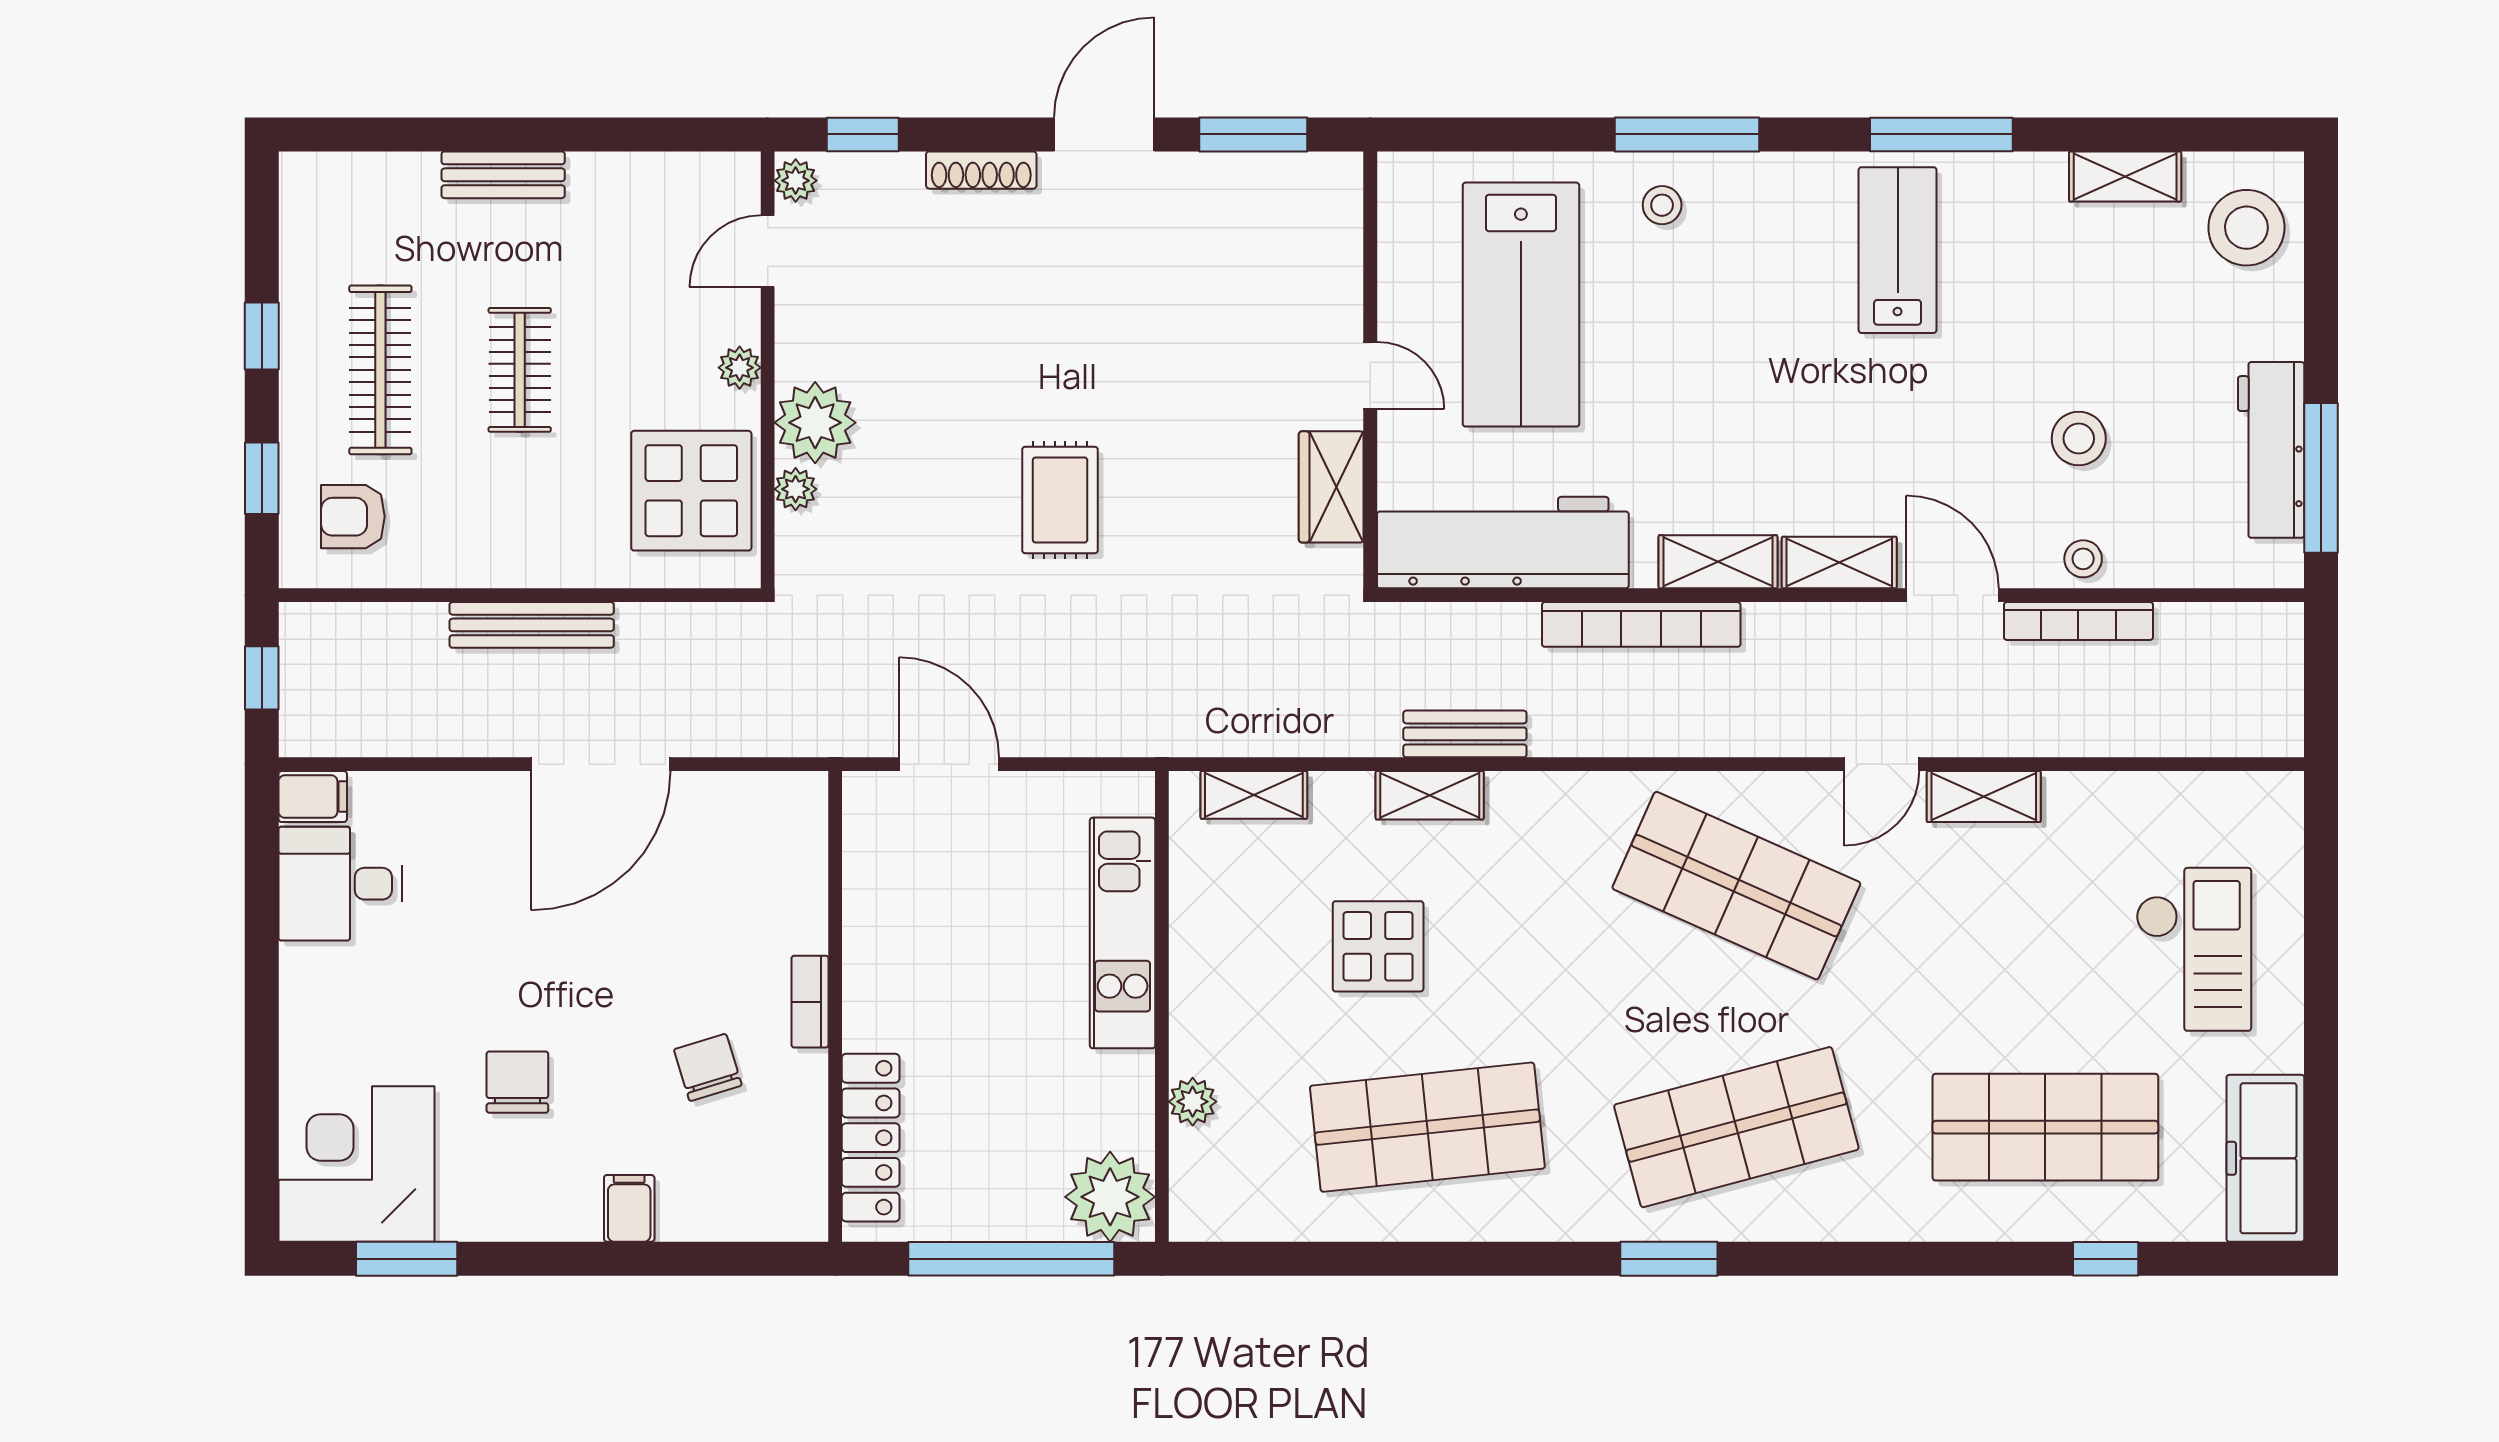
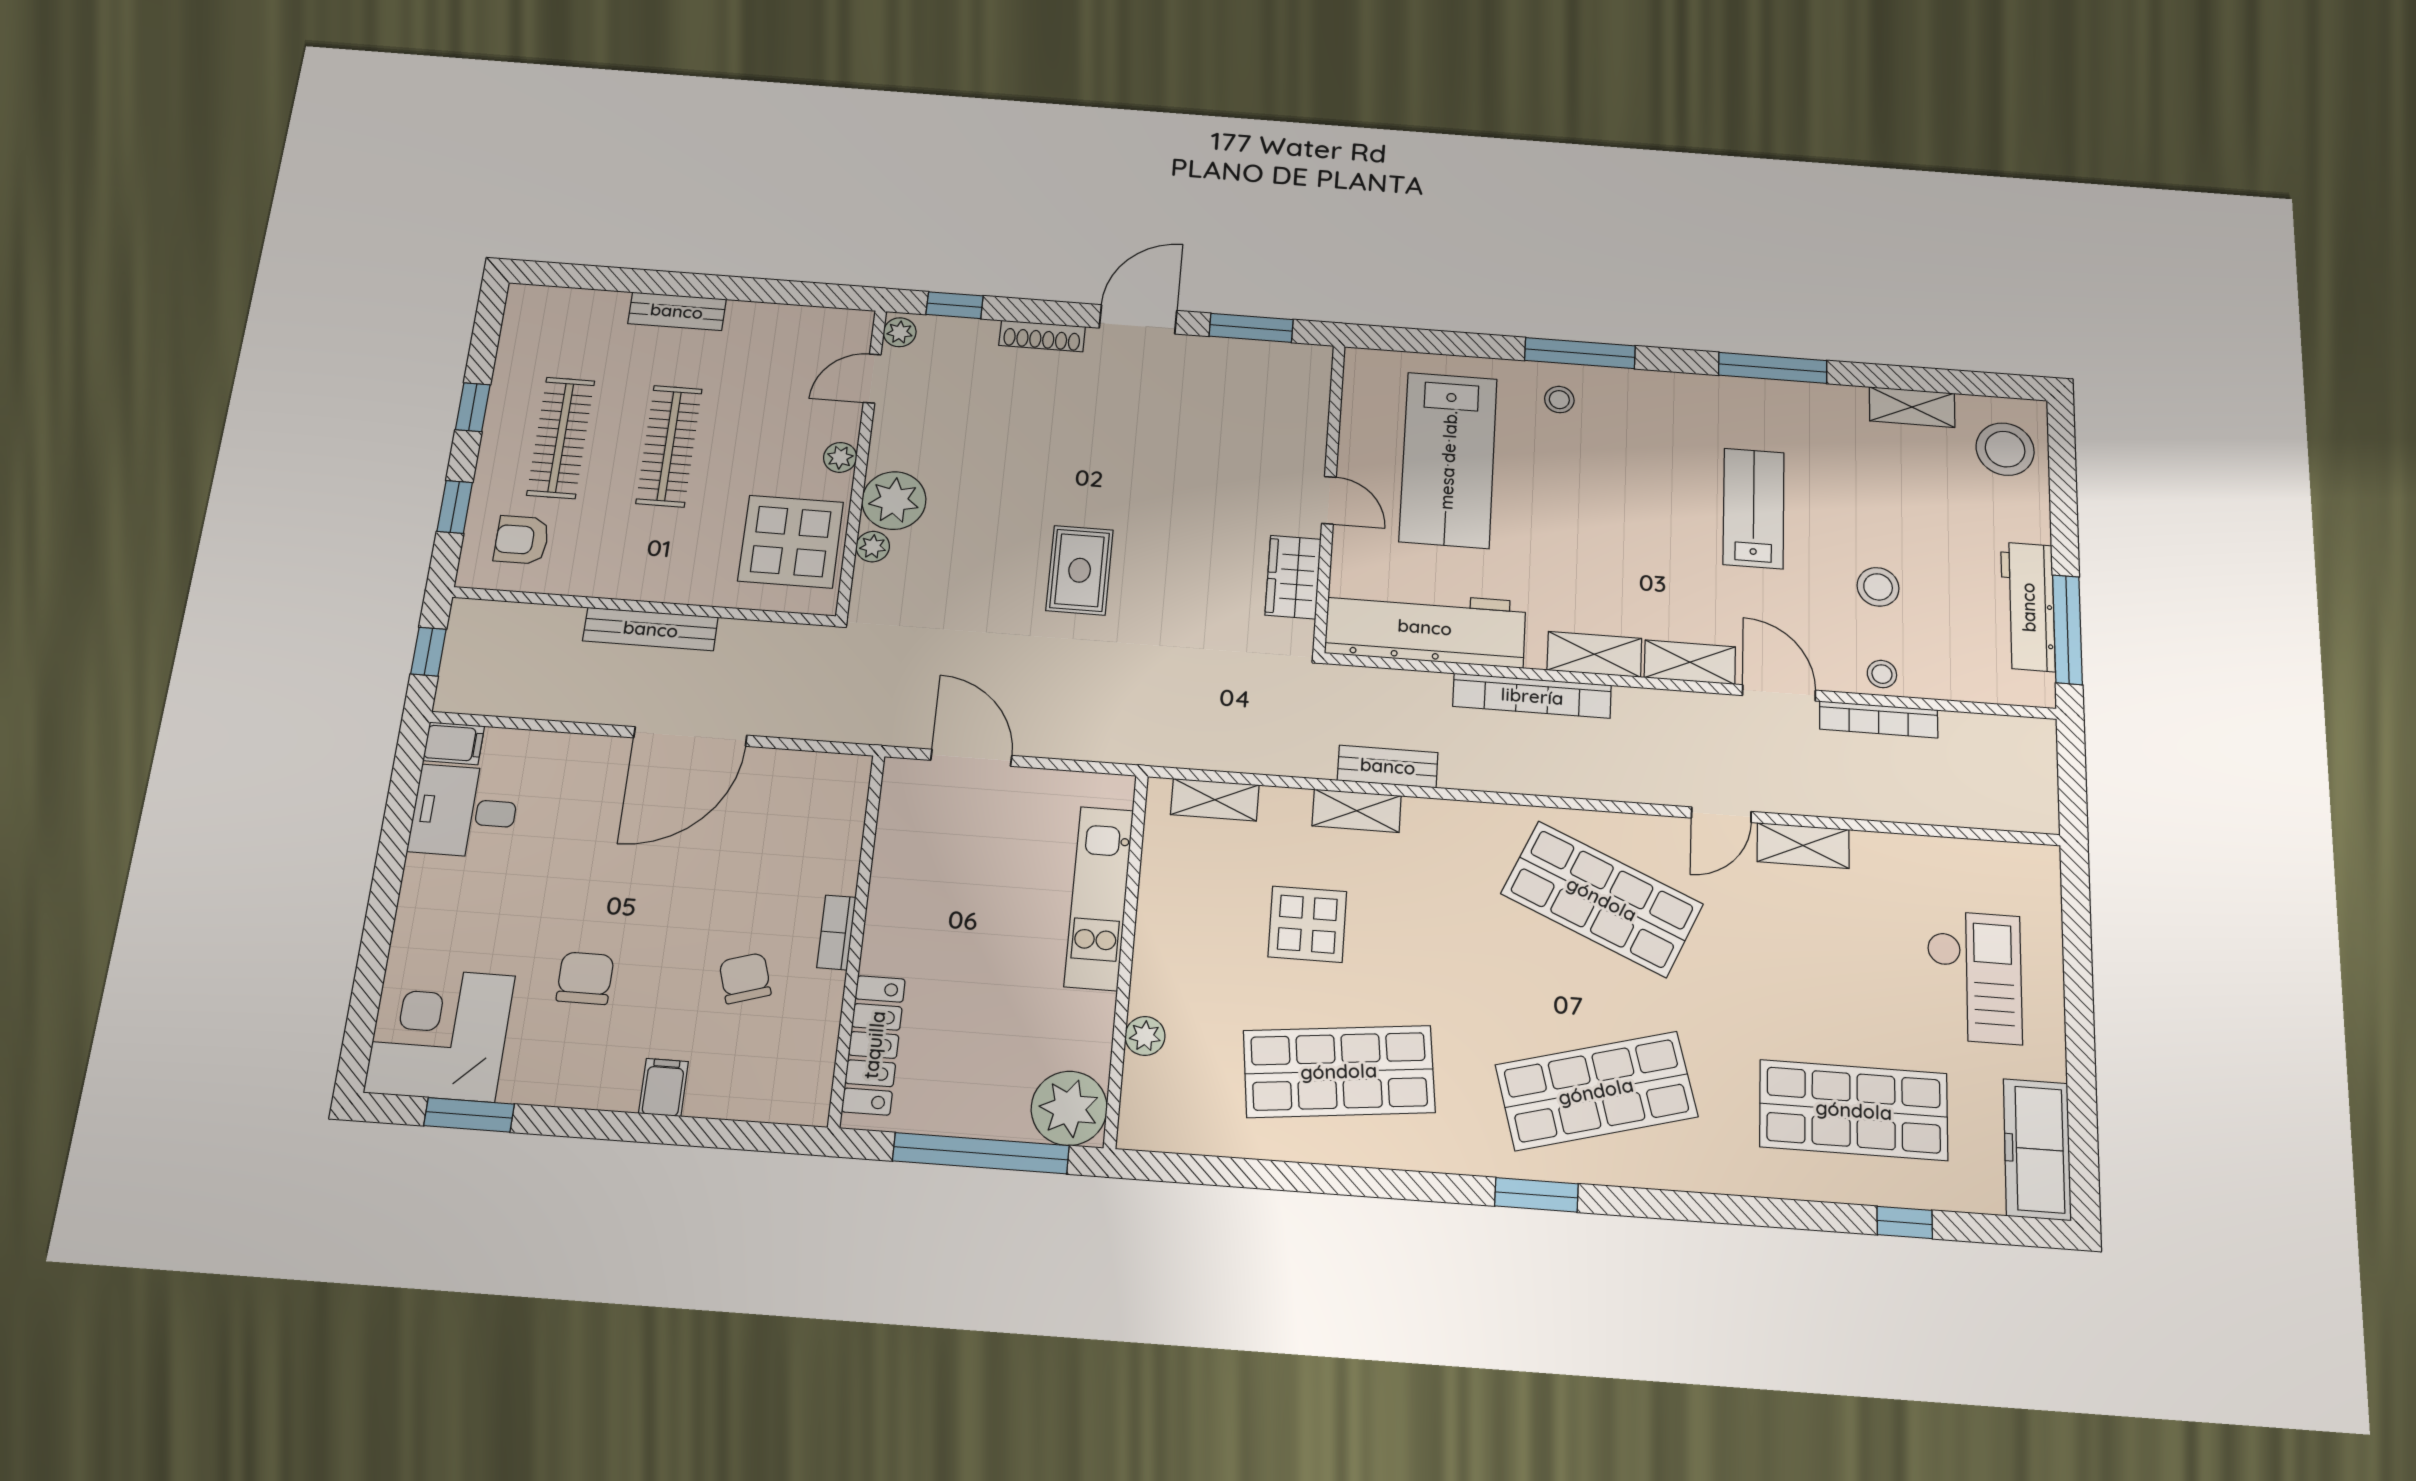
lab bench: (1898, 250) -> (1754, 508), moved
clothes rail: (520, 370) -> (669, 446), width x1.36

